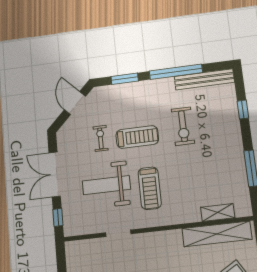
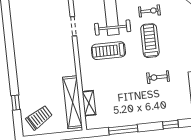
exercise bike: (183, 126) -> (158, 77), width x0.73, depth x0.72
treadmill: (137, 137) -> (150, 41), turned 180

